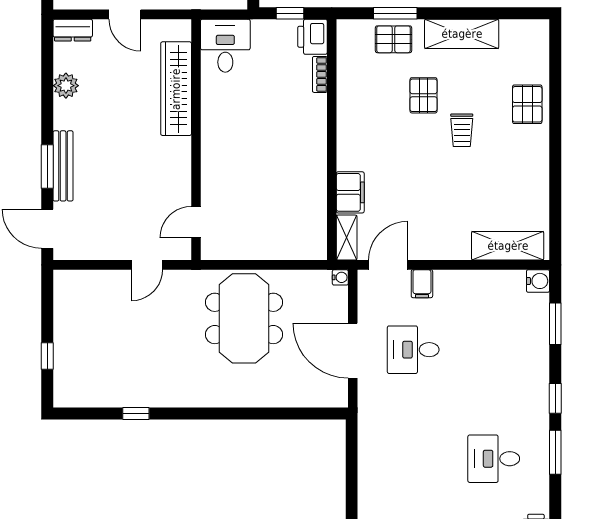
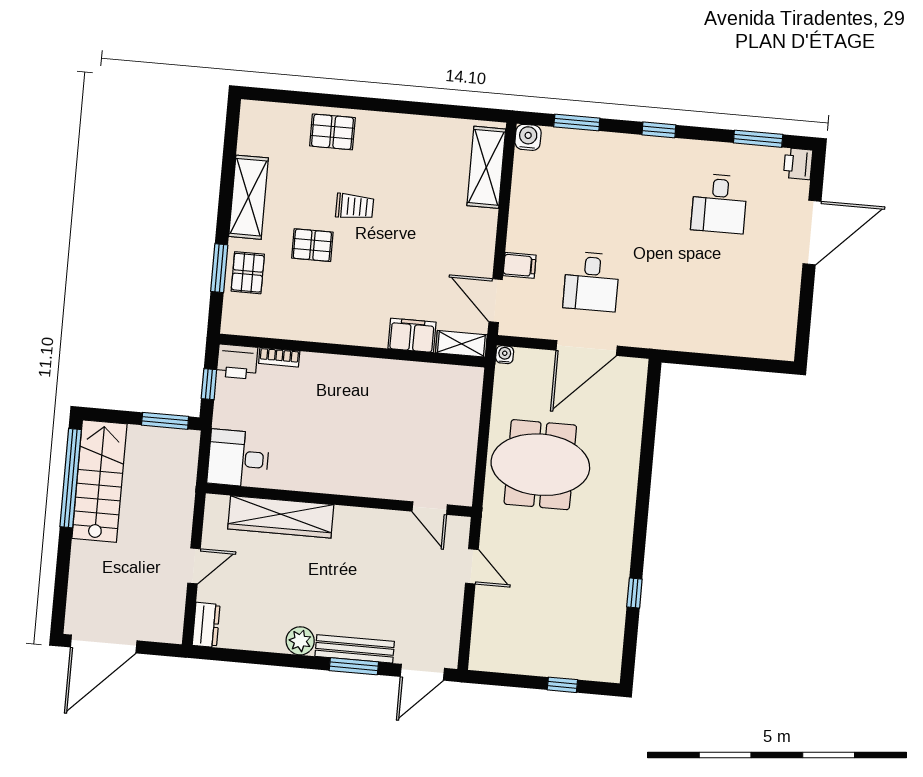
plant: (66, 86) -> (300, 641), moved
window: (555, 452) -> (758, 139), moved

